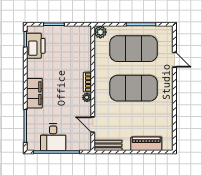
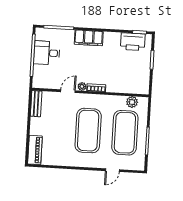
plant: (100, 32) -> (132, 102), moved
door: (93, 125) -> (68, 91), moved
piano: (146, 144) -> (35, 150), moved

